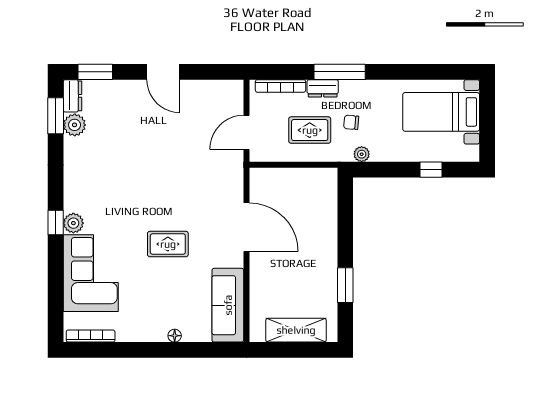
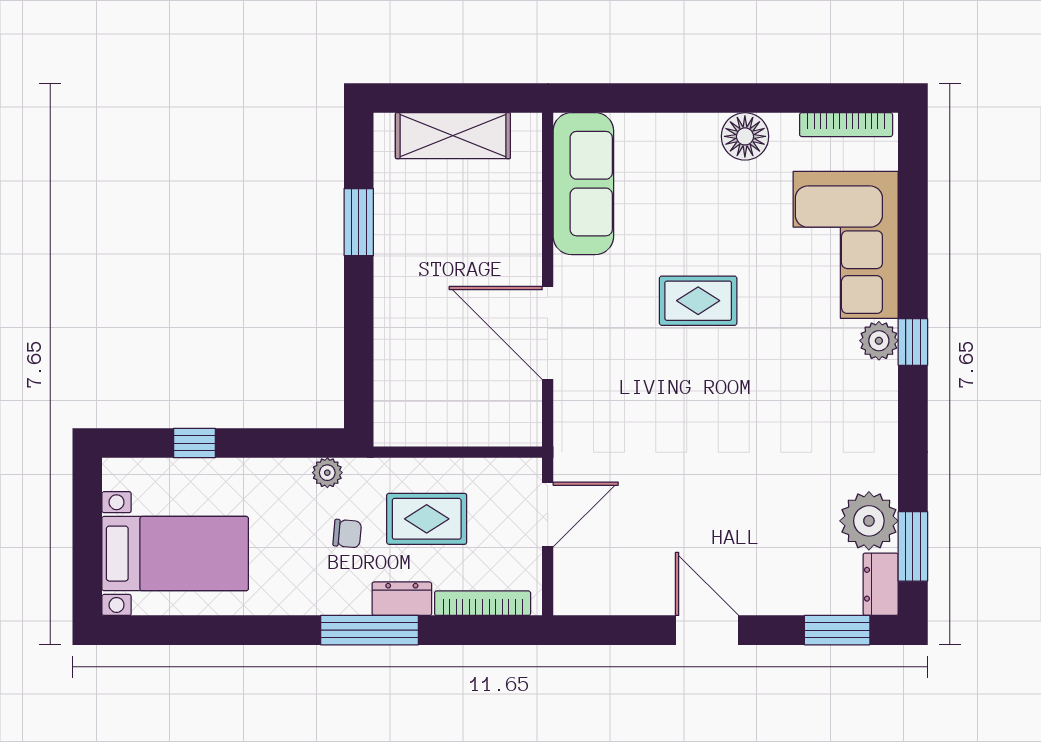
plant: (75, 125) -> (869, 521), width x1.36, depth x1.36
floor lamp: (175, 336) -> (745, 136), moved, width x1.89, depth x1.89

